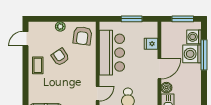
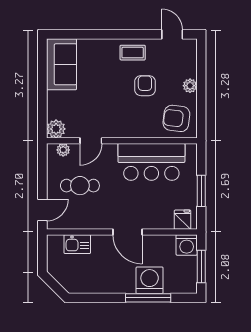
washing machine: (194, 37) -> (187, 245), moved, turned 180
fridge: (151, 44) -> (183, 220), moved
armchair: (60, 57) -> (145, 86), turned -56
boiler: (166, 88) -> (100, 242), removed
door: (98, 94) -> (91, 141), hinge flipped

